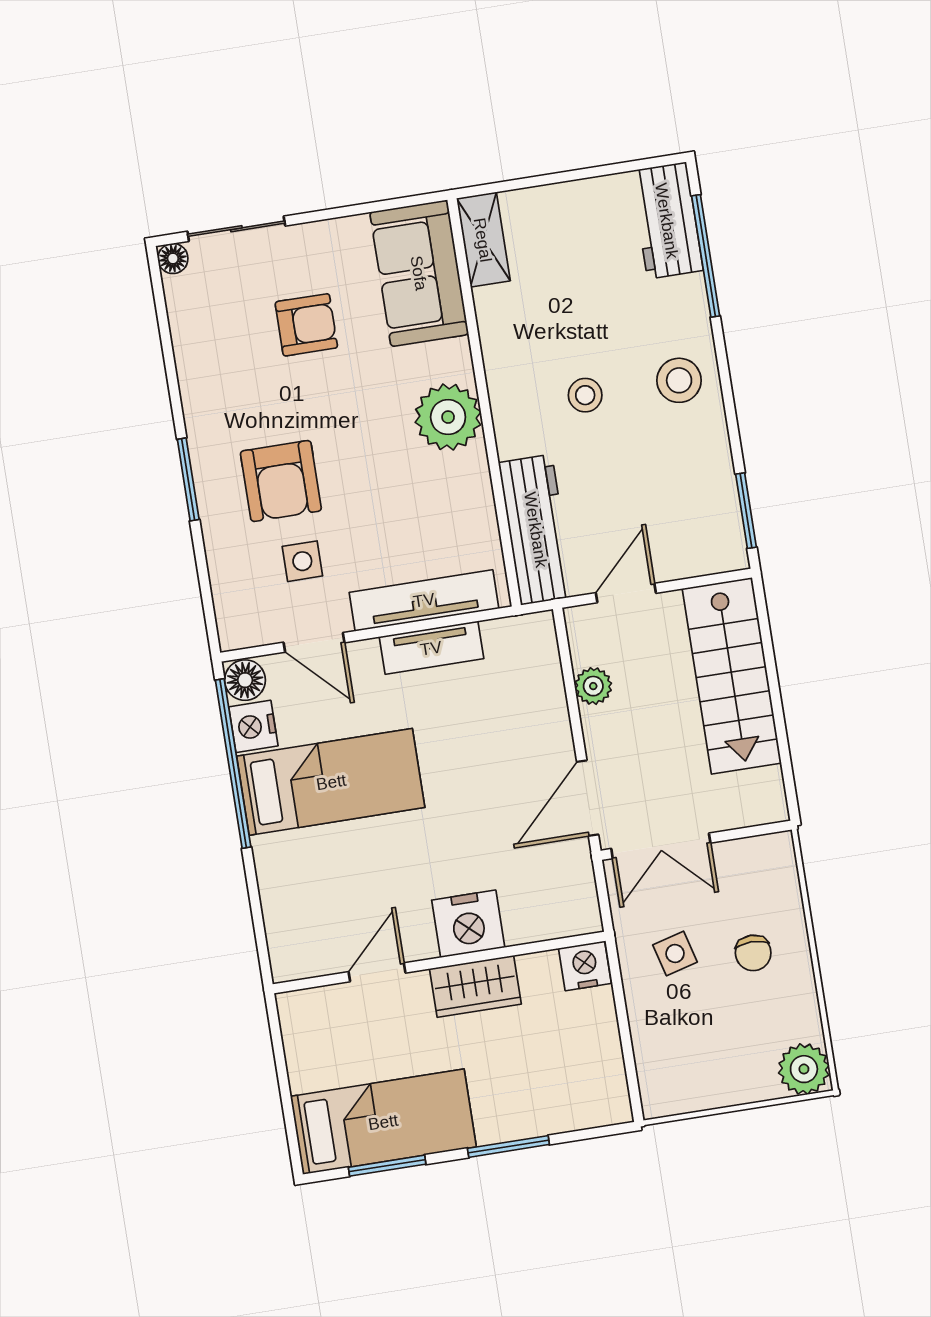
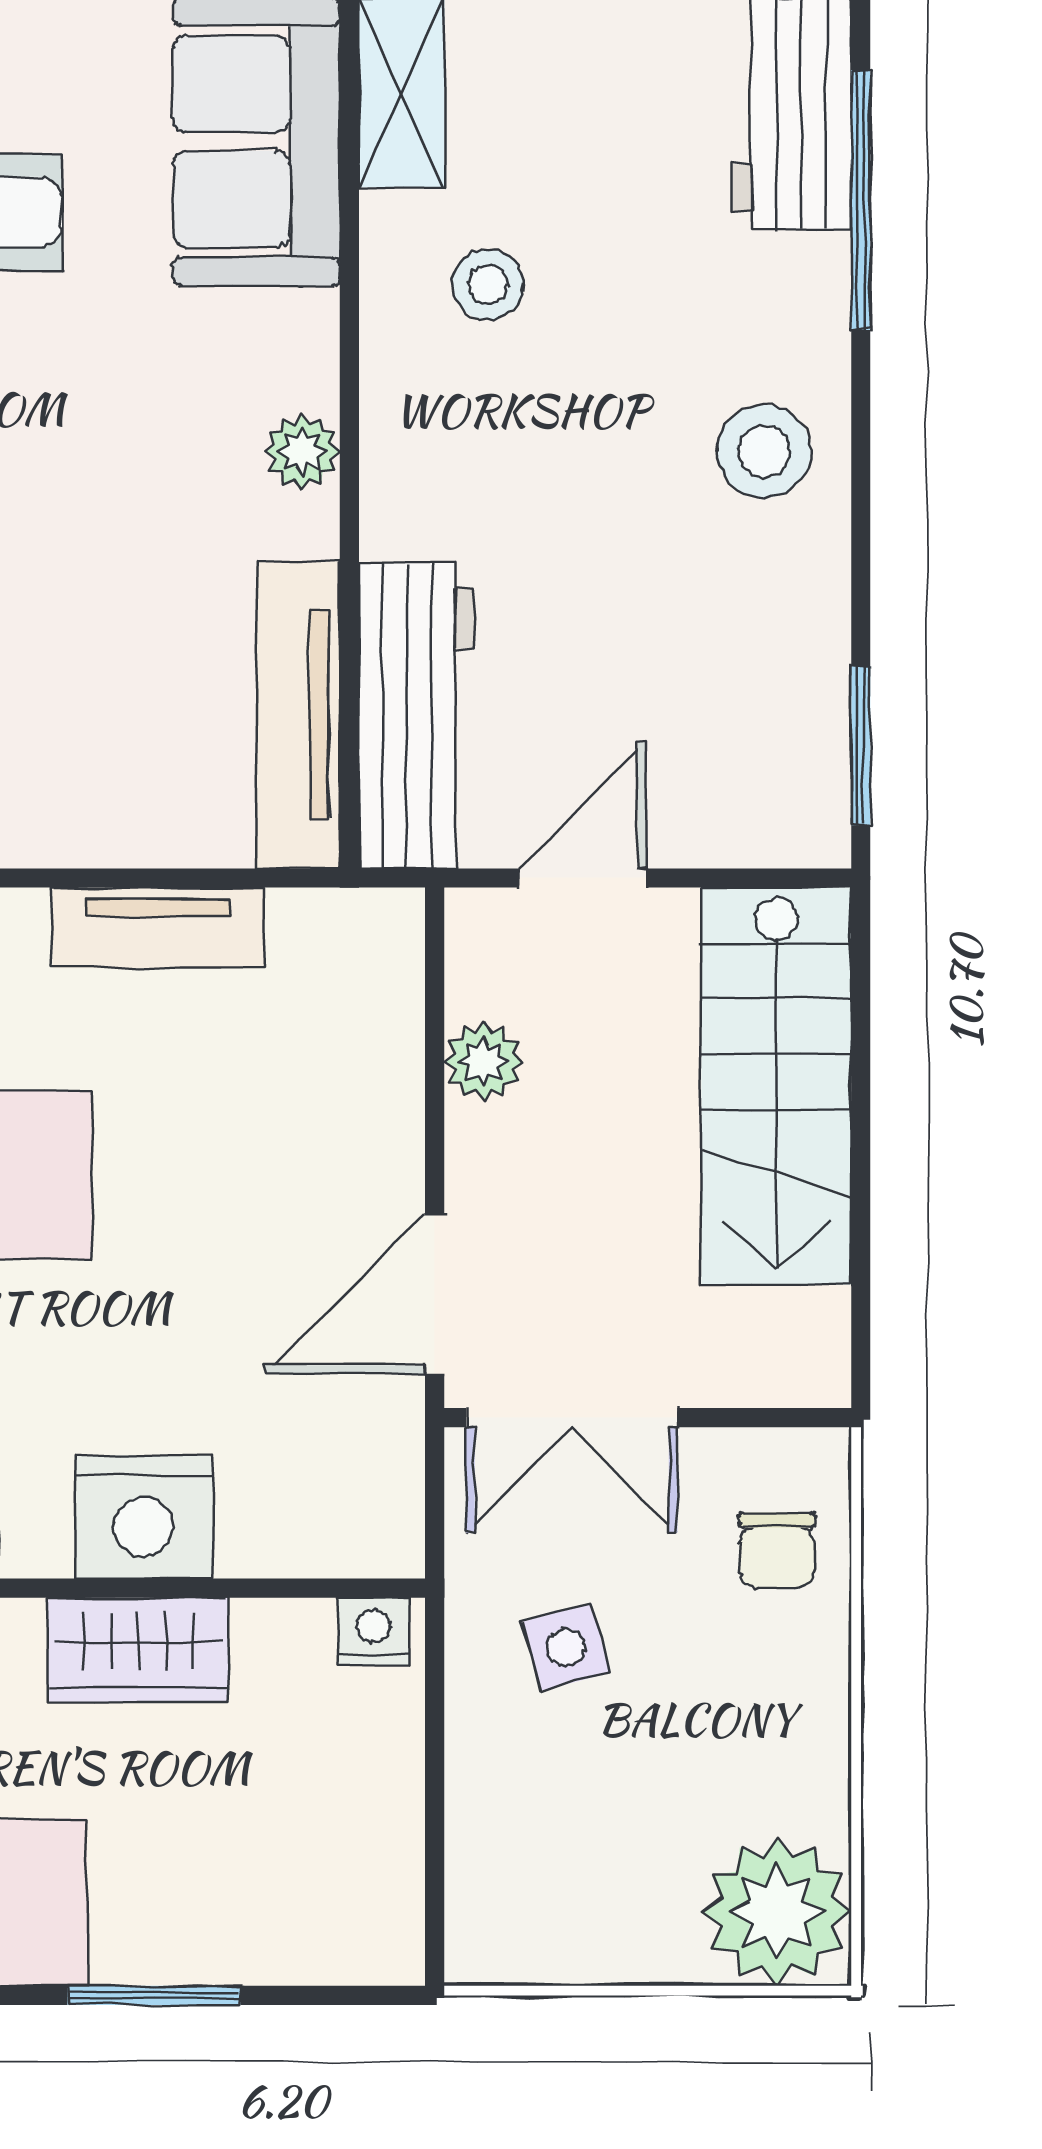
stool: (585, 395) -> (488, 284), moved
plant: (448, 417) -> (302, 451), width x0.53, depth x0.53
tv unit: (424, 600) -> (298, 715), moved, turned -90
chair: (753, 953) -> (777, 1550), moved
nightstand: (585, 966) -> (374, 1631), width x0.72, depth x0.74
plant: (804, 1069) -> (777, 1912), width x1.36, depth x1.36

